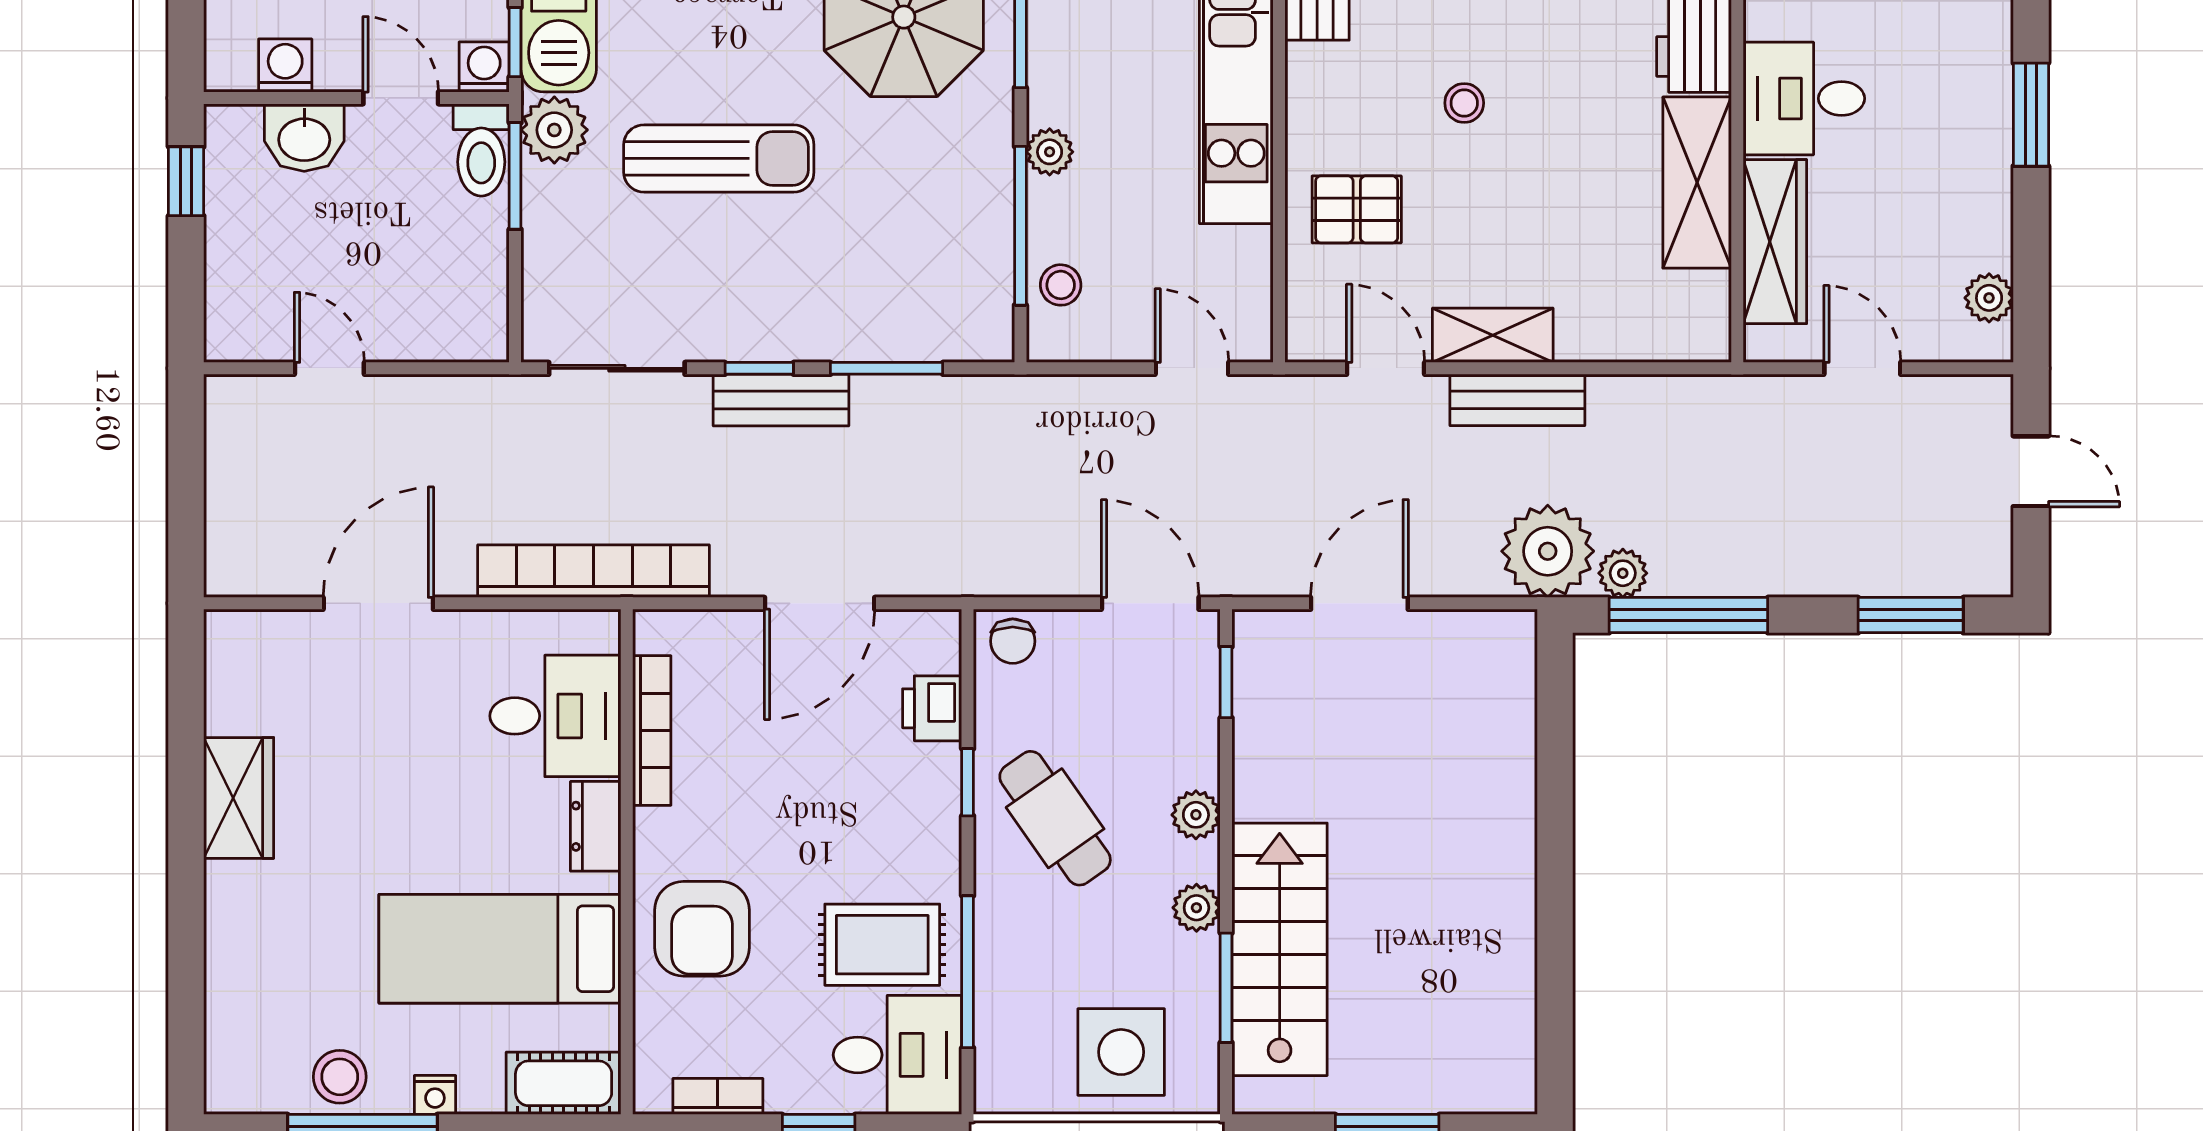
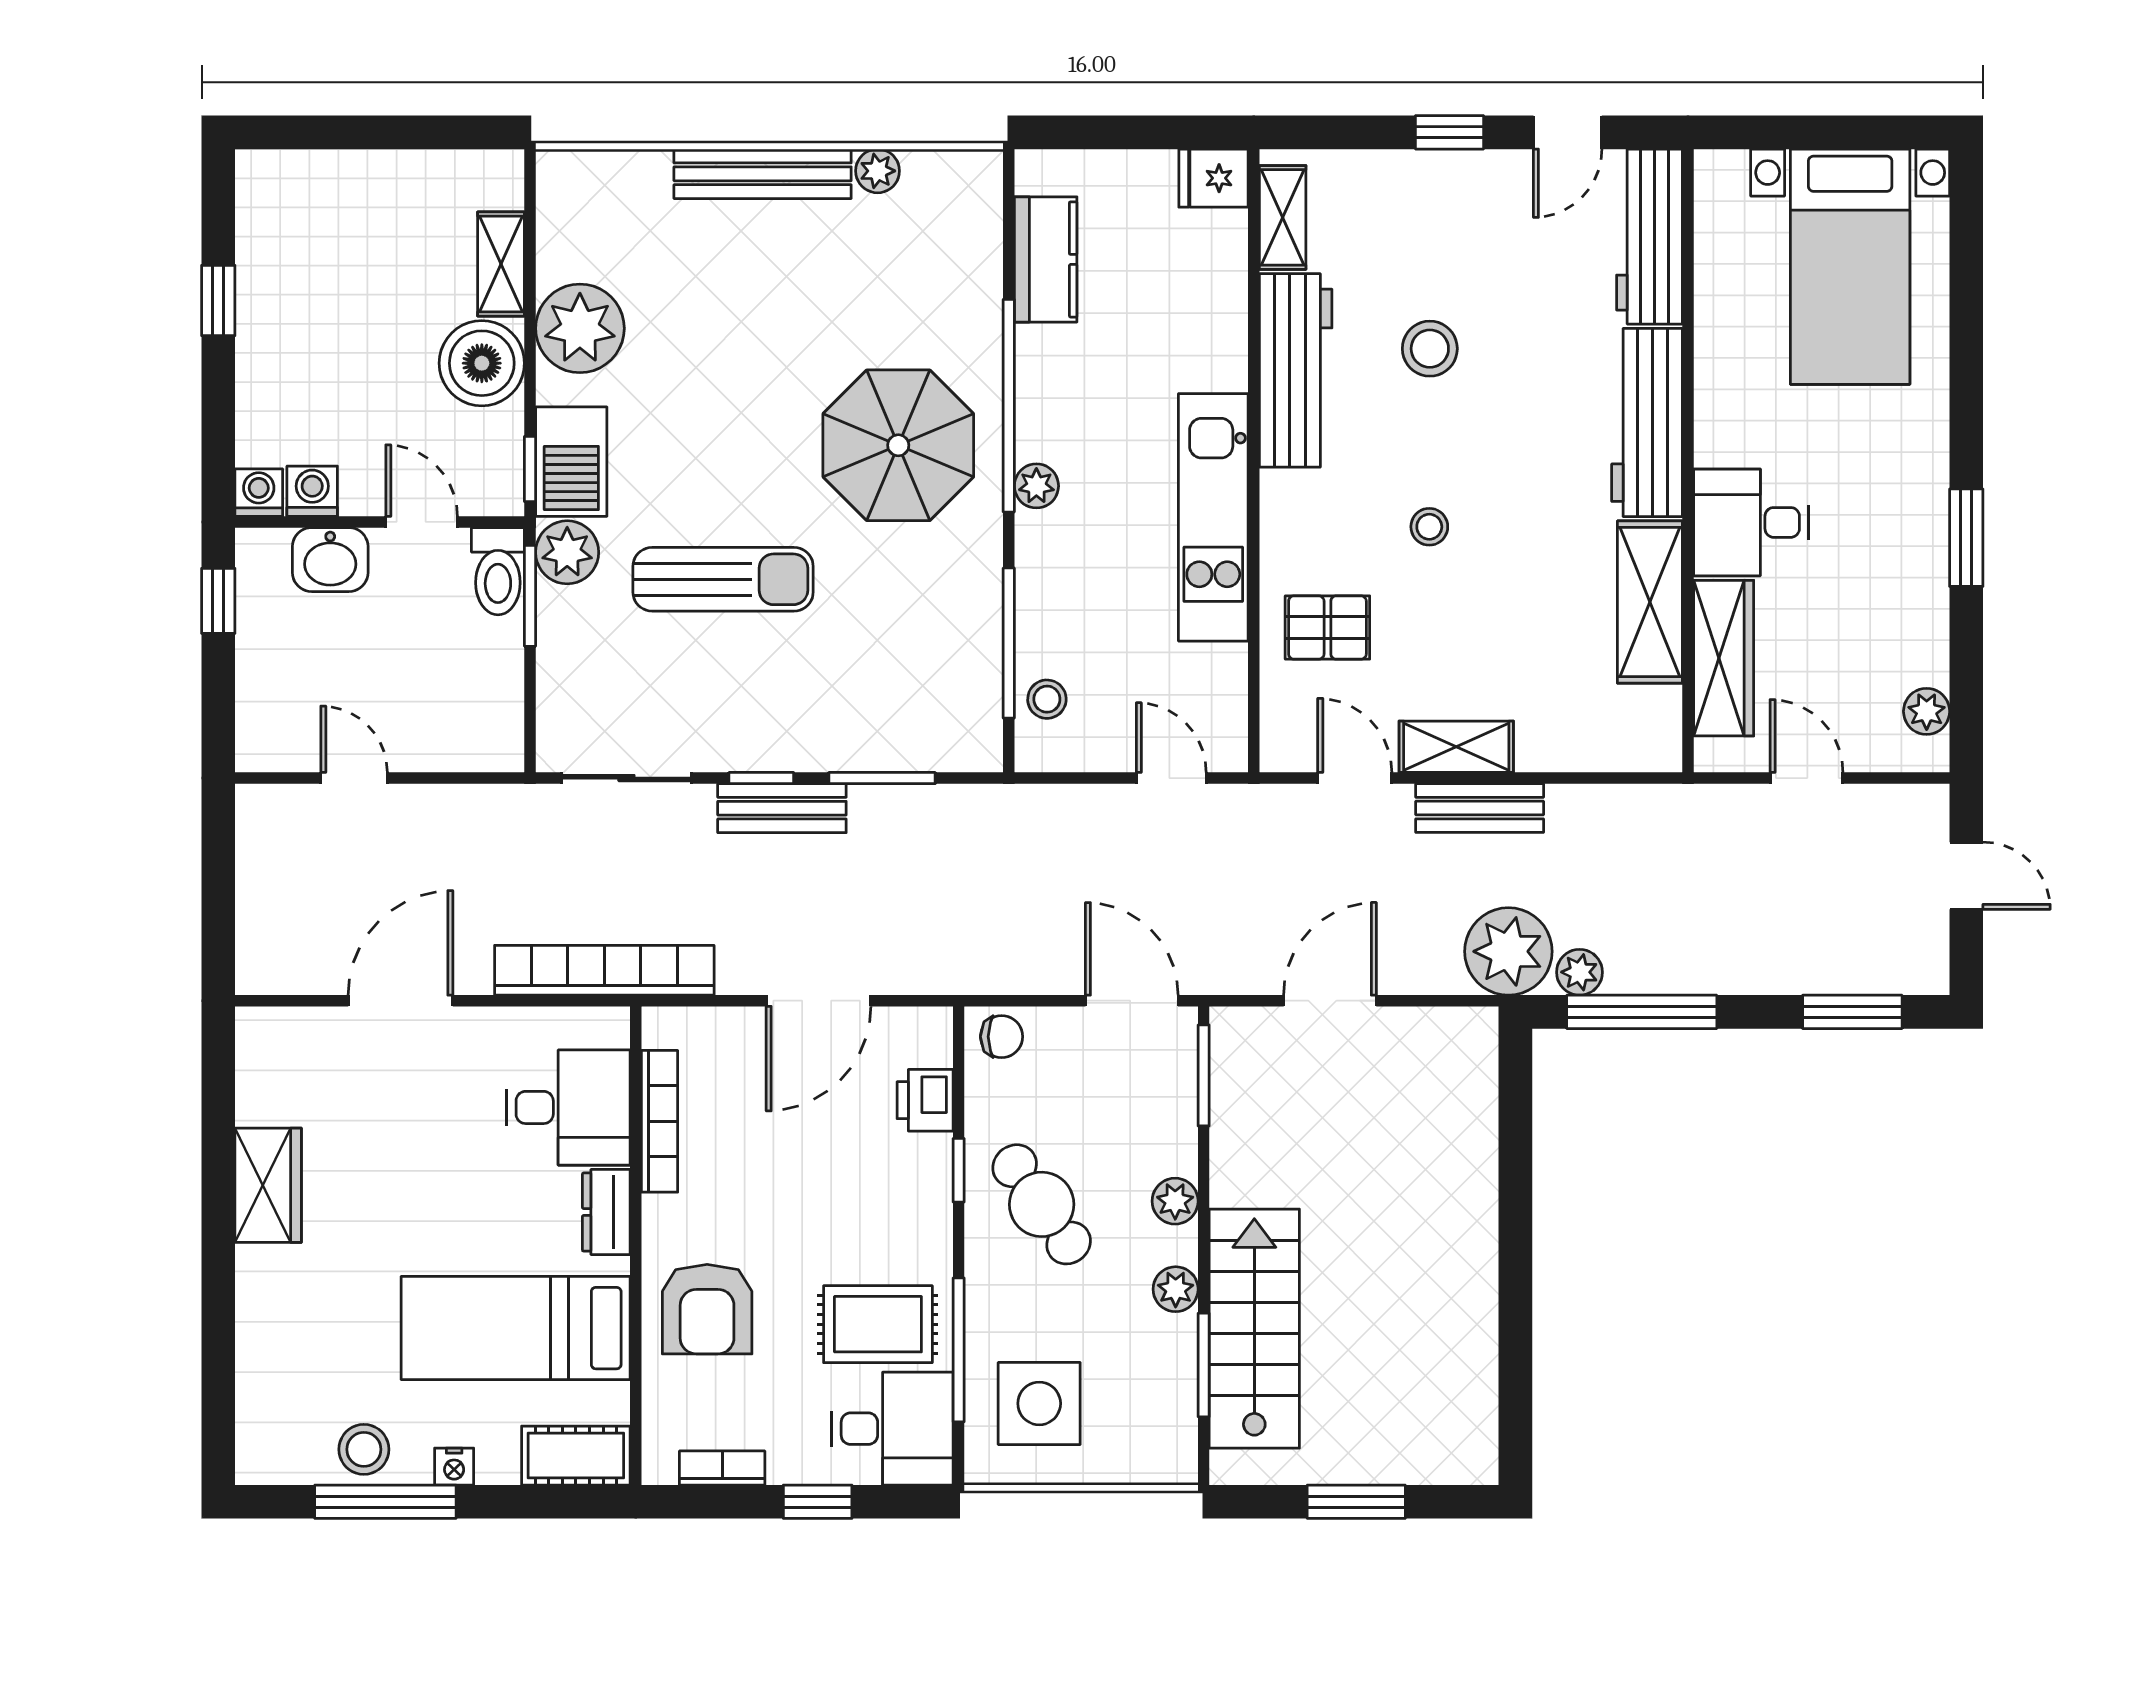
washing machine: (484, 67) -> (259, 493), moved
plant: (1050, 152) -> (1036, 486), moved
chair: (1013, 641) -> (1002, 1037), turned -90
window: (1226, 682) -> (1204, 1075), width x1.50
side table: (1121, 1052) -> (1039, 1403), moved

